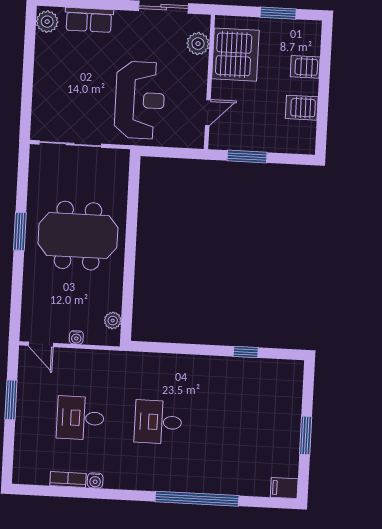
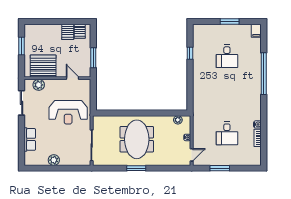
plant: (47, 22) -> (54, 160), moved
server rack: (305, 67) -> (80, 31), moved
reception desk: (140, 100) -> (68, 112), turned 180
desk: (158, 422) -> (227, 56), moved

